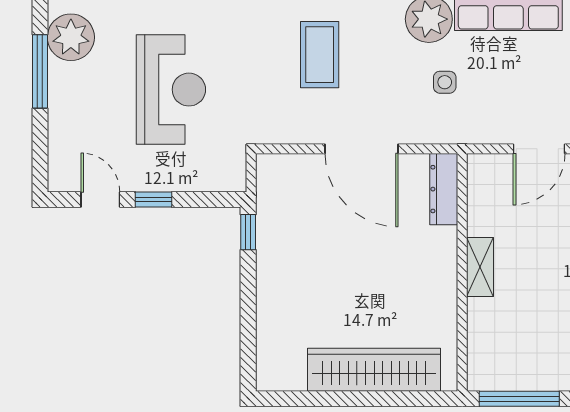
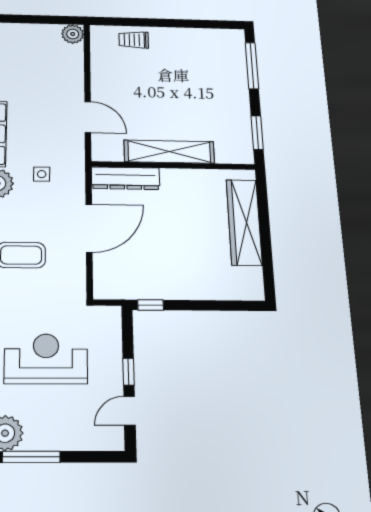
dresser: (444, 189) -> (125, 178), width x1.37, depth x1.24
shelving: (480, 267) -> (169, 152), width x2.20, depth x1.33
window: (519, 399) -> (257, 132), width x0.69

